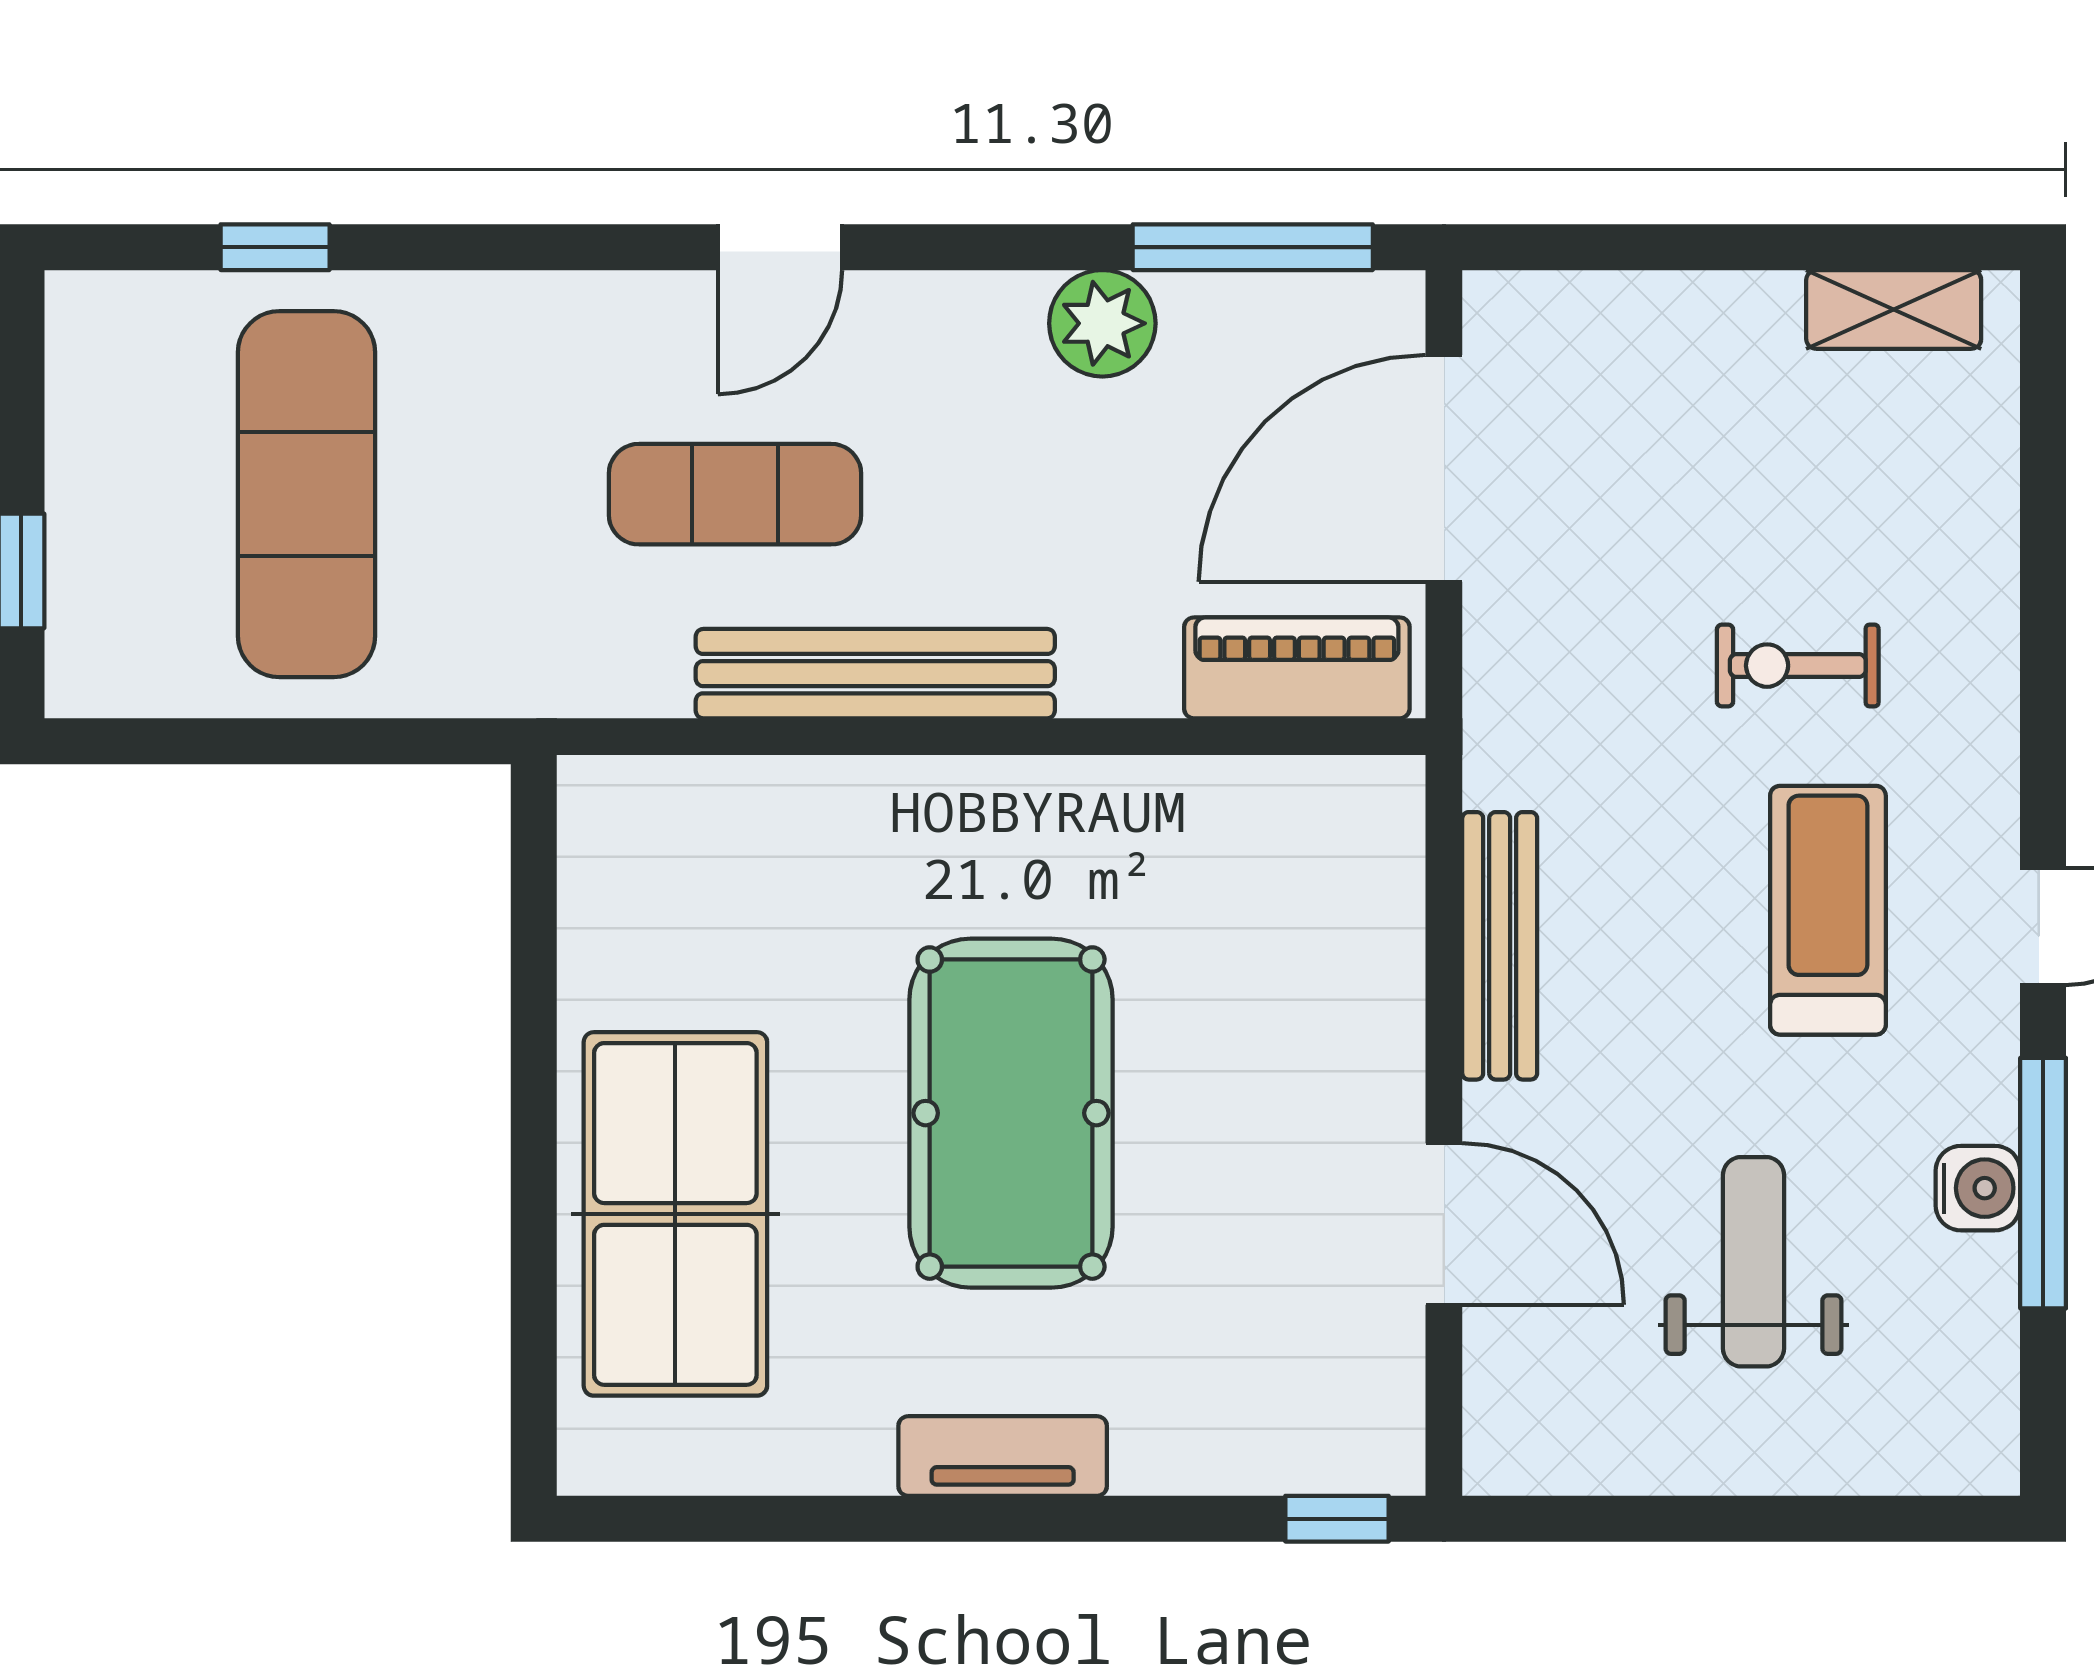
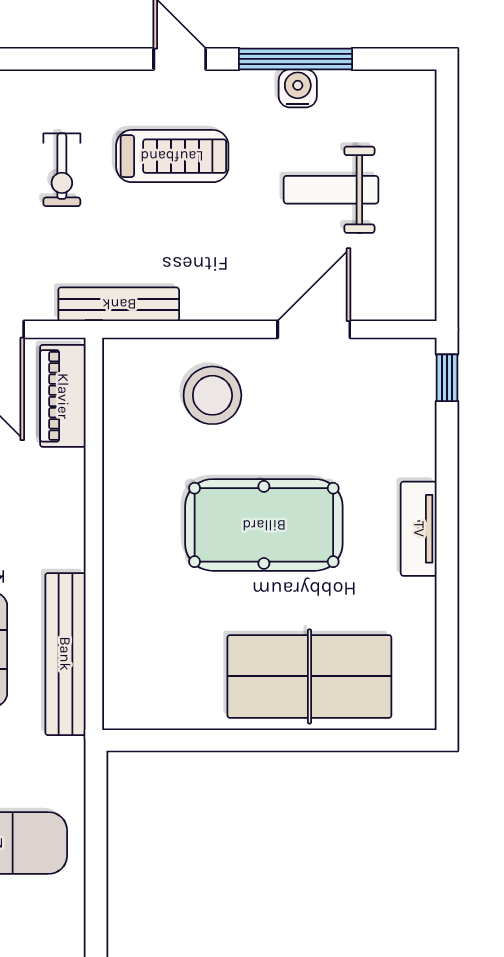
bench: (875, 674) -> (65, 654), moved
treadmill: (1828, 910) -> (172, 156), turned 180
bench: (1500, 946) -> (119, 304), moved
stool: (1298, 999) -> (212, 395), added

